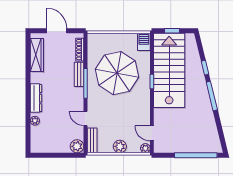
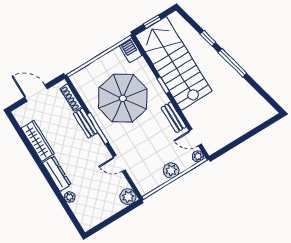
wardrobe: (37, 55) -> (38, 141), moved
bench: (92, 140) -> (174, 117), moved
window: (196, 155) -> (253, 132), removed

